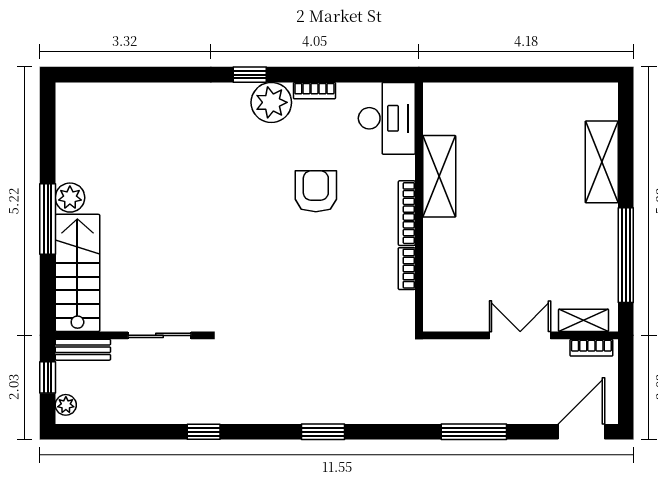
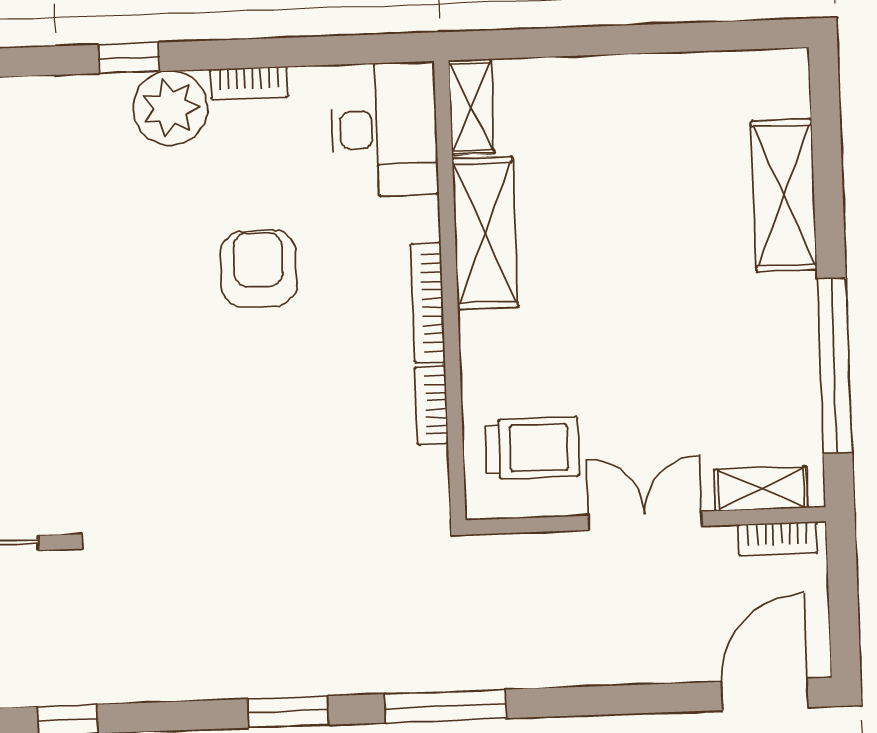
shelving: (434, 108) -> (471, 107), added
trolley: (460, 294) -> (532, 448), added
window: (474, 432) -> (446, 706), moved

